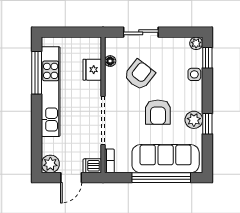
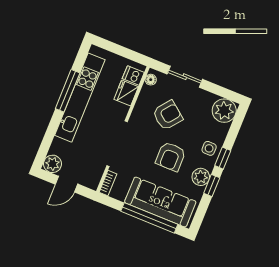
plant: (196, 43) -> (224, 111), width x1.88, depth x1.88
window: (207, 58) -> (223, 158), moved
floor lamp: (110, 61) -> (151, 80), moved
window: (37, 73) -> (68, 91), moved
side table: (194, 74) -> (209, 148), moved
dishwasher: (92, 166) -> (133, 76), moved

